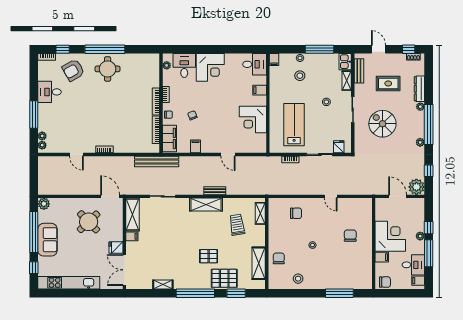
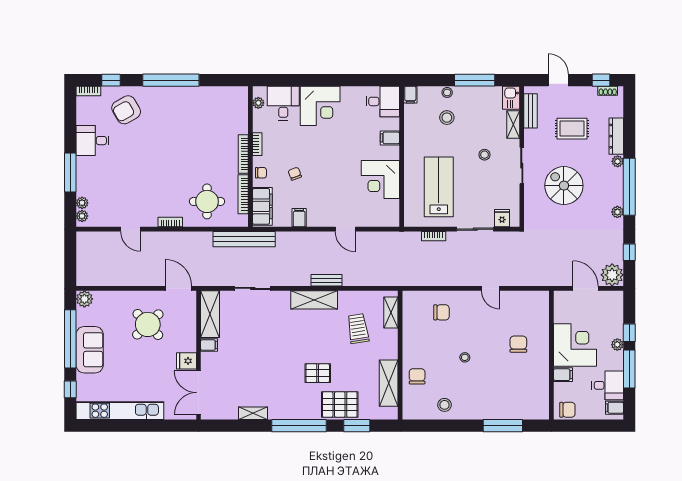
round table: (108, 69) -> (207, 201), moved

